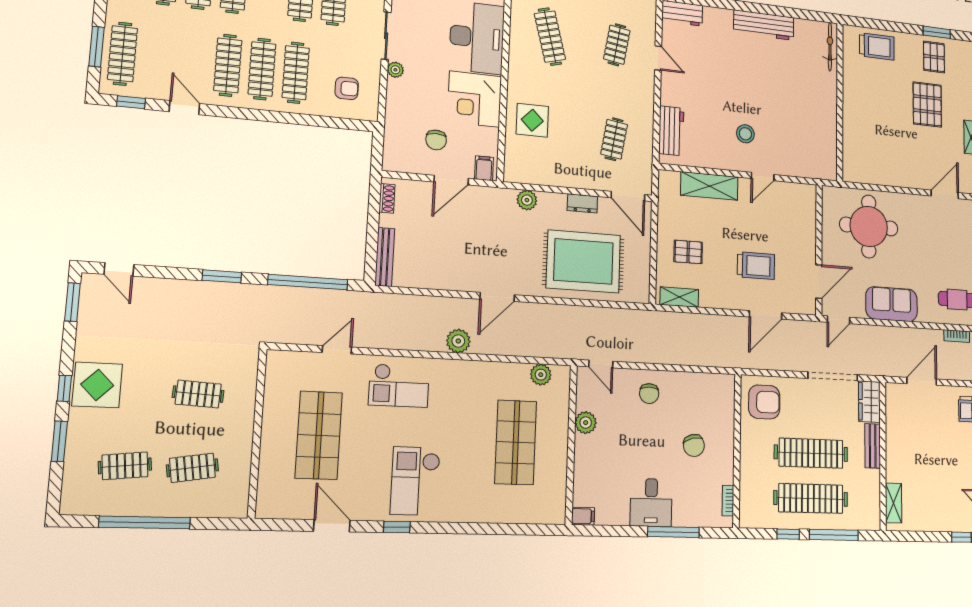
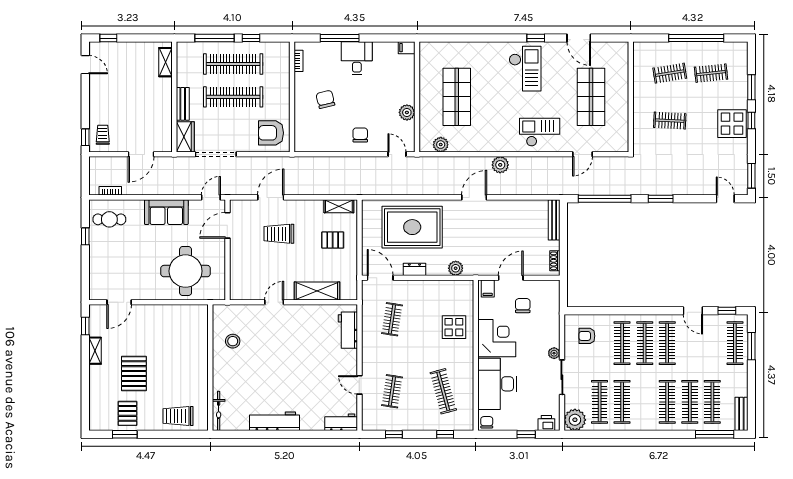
stool: (745, 134) -> (233, 341), moved

